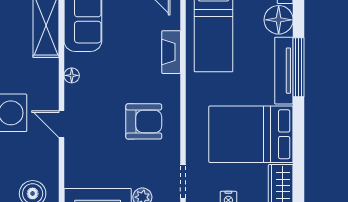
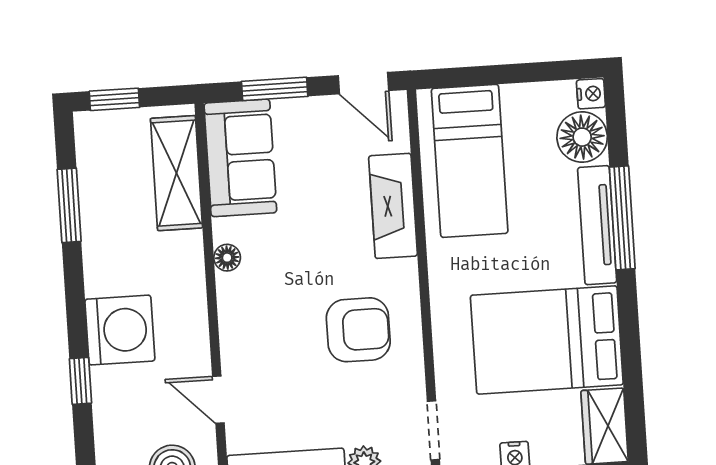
fireplace: (171, 52) -> (393, 206), width x1.37, depth x1.32
door: (61, 124) -> (218, 400), moved

